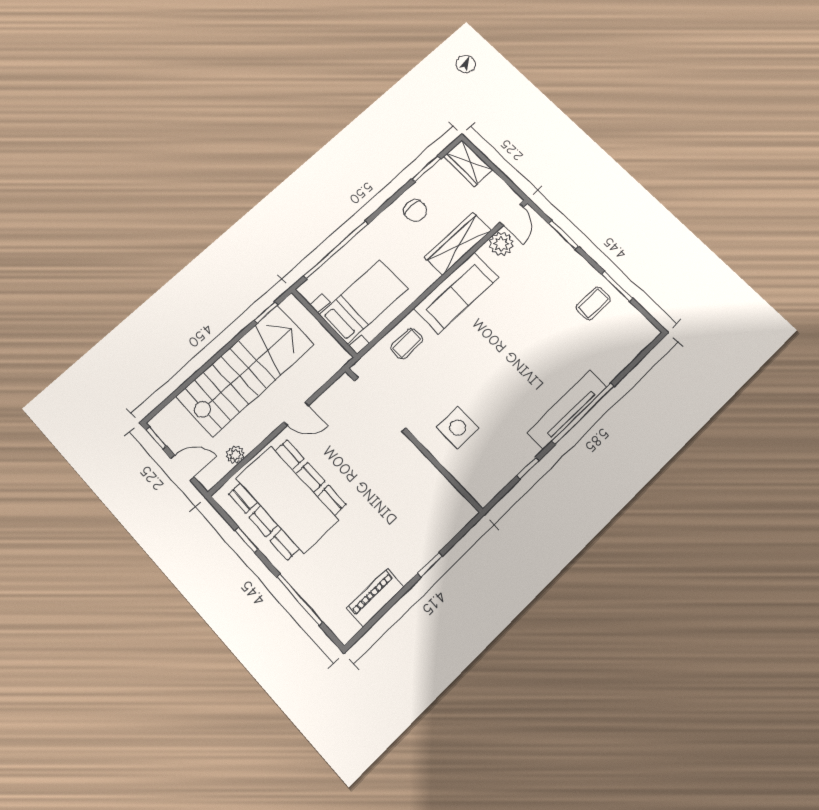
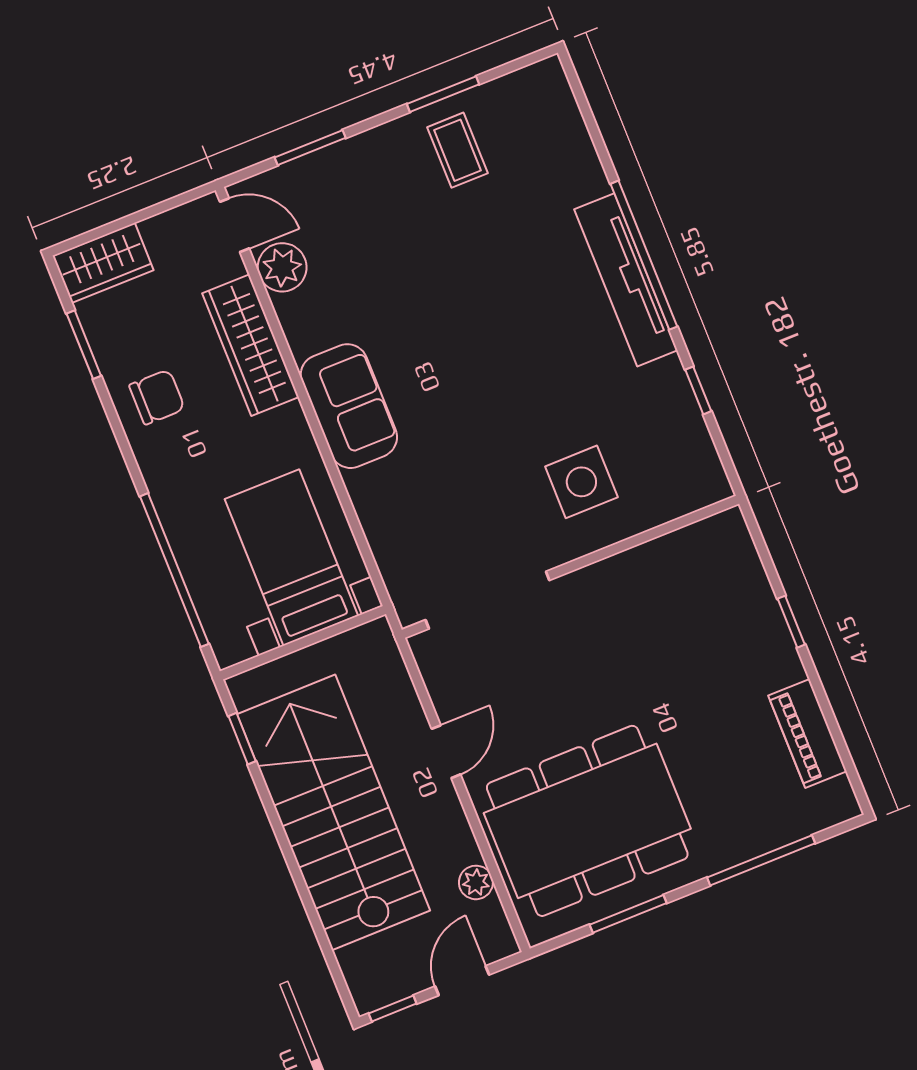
sofa: (456, 293) -> (349, 406), width x0.73
coffee table: (407, 344) -> (398, 511), removed
window: (247, 540) -> (628, 914), width x1.50

